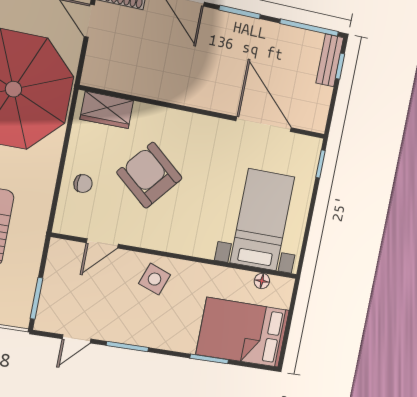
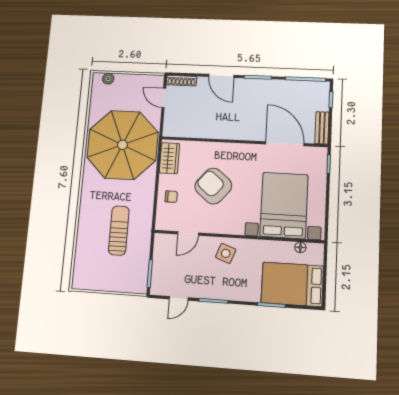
bench: (330, 60) -> (322, 128), moved
wardrobe: (107, 110) -> (169, 158), moved, turned -90
bed with nightstands: (262, 220) -> (284, 205), width x1.36

